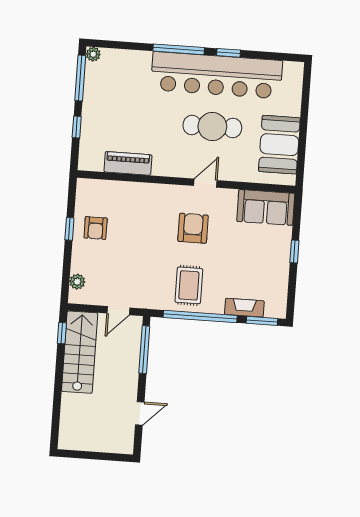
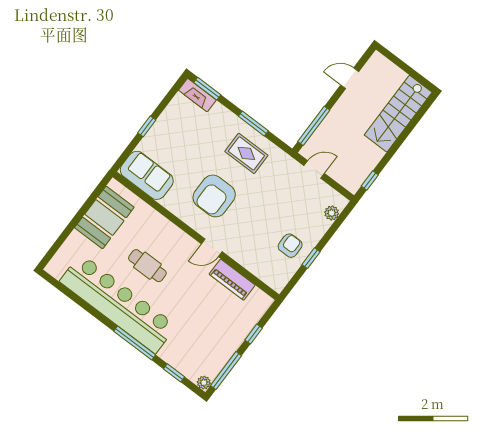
window: (229, 53) -> (174, 373), moved
cafe table: (212, 126) -> (147, 266), width x0.73, depth x0.74
door: (205, 183) -> (212, 248), moved
armchair: (193, 228) -> (214, 196), width x1.36, depth x1.36
rug: (189, 285) -> (246, 153), turned 90
fireplace: (244, 308) -> (197, 95), moved
window: (200, 316) -> (253, 123), width x0.47
stairs: (80, 352) -> (398, 114), moved

